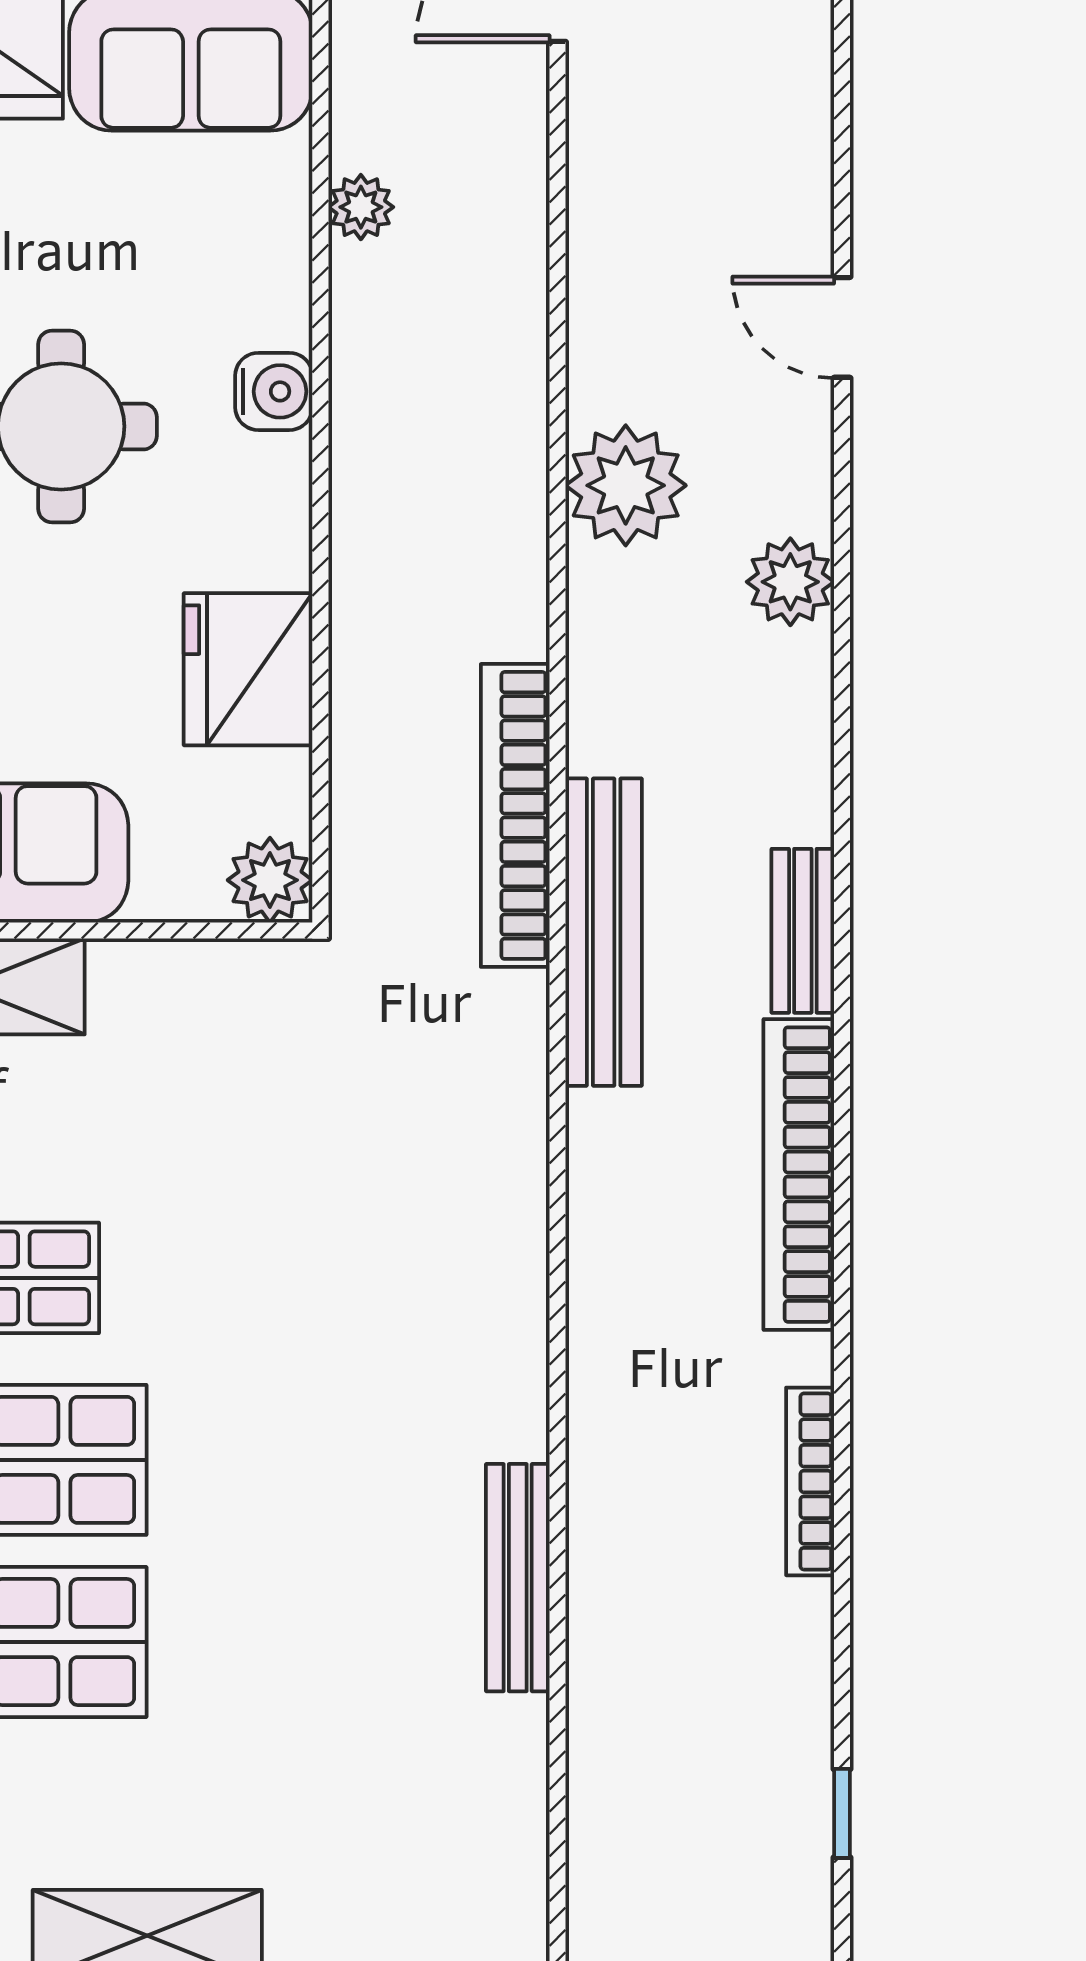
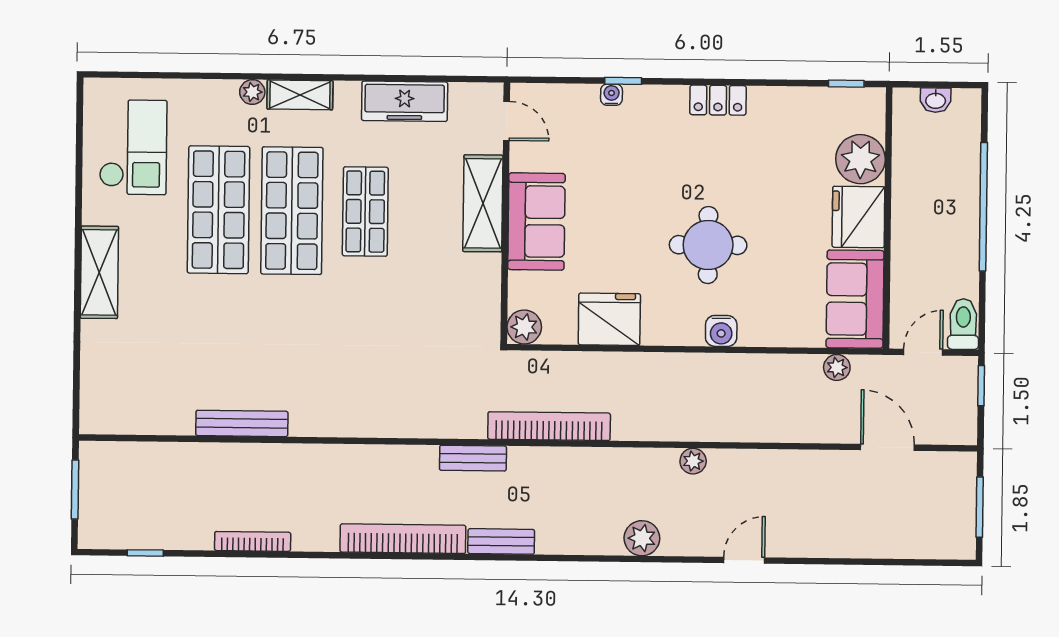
plant: (361, 207) -> (837, 367), moved
plant: (626, 485) -> (693, 461), width x0.53, depth x0.53
bench: (604, 932) -> (473, 458), width x0.54, depth x0.82
bookcase: (810, 1481) -> (253, 541), moved

